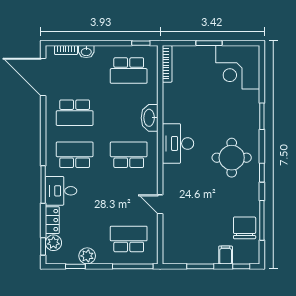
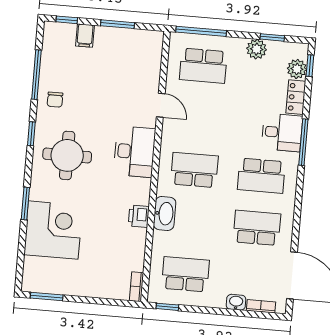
window: (209, 43) -> (47, 297), moved
bookcase: (167, 64) -> (136, 287), width x0.64
corner desk: (238, 67) -> (53, 230), moved
printer: (170, 114) -> (139, 216), added
desk: (178, 143) -> (134, 152), moved
school desk: (129, 155) -> (194, 170), turned 180
chair: (245, 228) -> (55, 100), moved, width x0.54, depth x0.54

